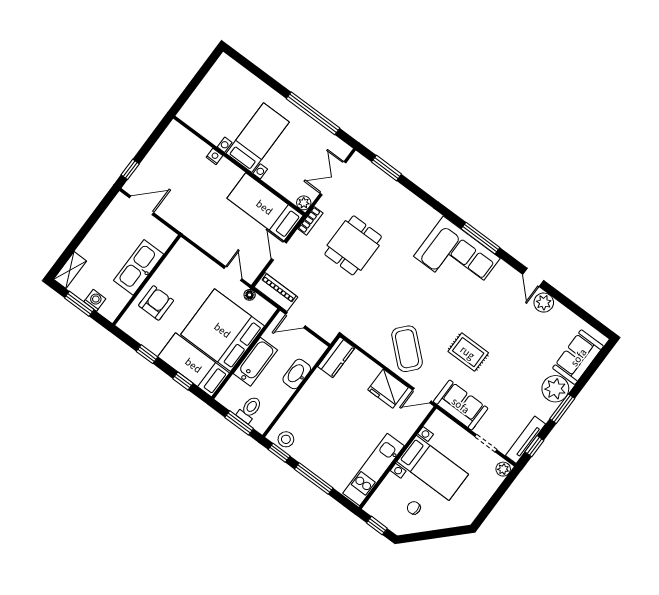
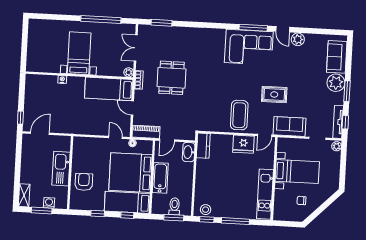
window: (480, 238) -> (253, 28), moved
corner sofa: (457, 257) -> (249, 47), moved
coffee table: (407, 349) -> (239, 115), turned 48
washbasin: (297, 374) -> (189, 152), moved
window: (377, 526) -> (288, 224), removed

